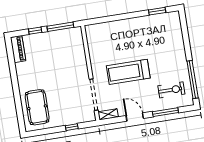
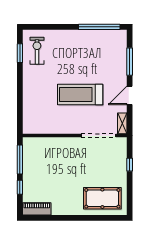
treadmill: (128, 72) -> (80, 94), turned 90
exercise bike: (171, 90) -> (37, 51), moved

